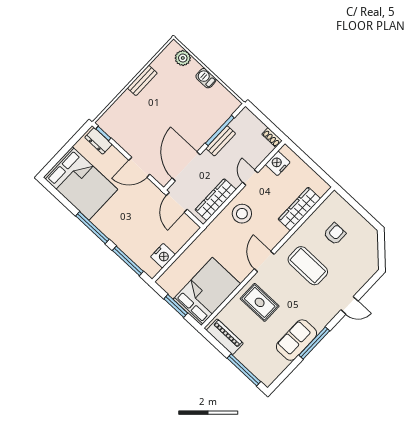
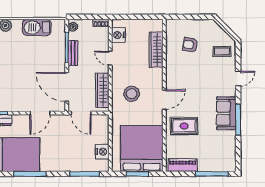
barbecue: (206, 78) -> (37, 27), width x1.88, depth x1.53
plant: (243, 117) -> (73, 27), added
stool: (242, 214) -> (132, 94), moved
window: (92, 228) -> (30, 174), moved
armchair: (335, 234) -> (190, 45), turned -81
door: (264, 261) -> (164, 100), swing flipped
coffee table: (308, 266) -> (222, 51), moved, width x0.54, depth x0.58
bed: (207, 292) -> (142, 148), width x1.36
sofa: (296, 340) -> (226, 113), moved

